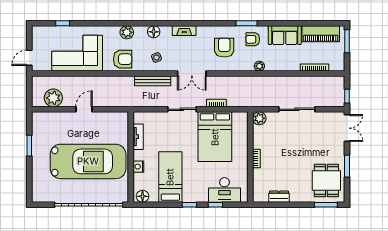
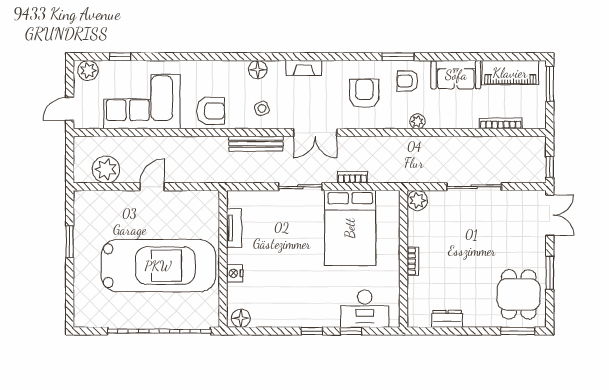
plant: (127, 32) -> (88, 70), moved
bed: (170, 177) -> (283, 289), removed

